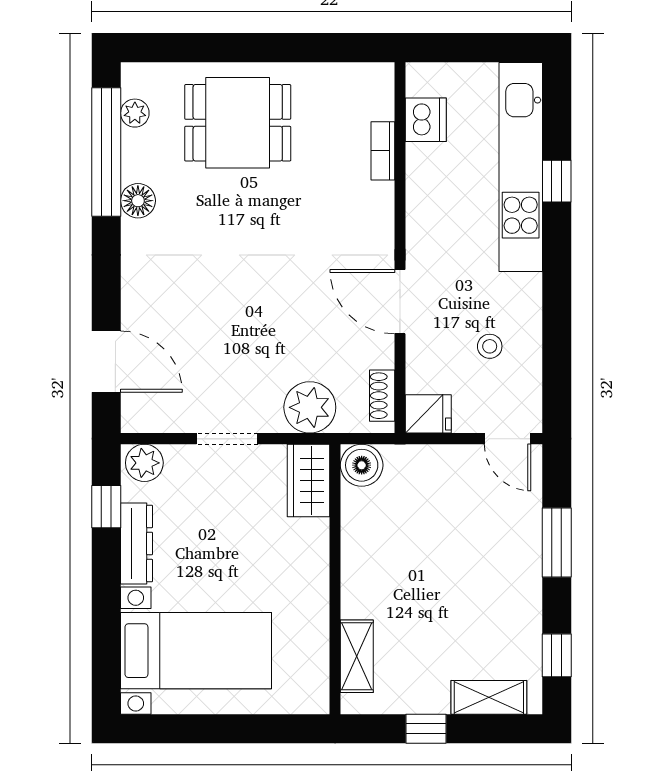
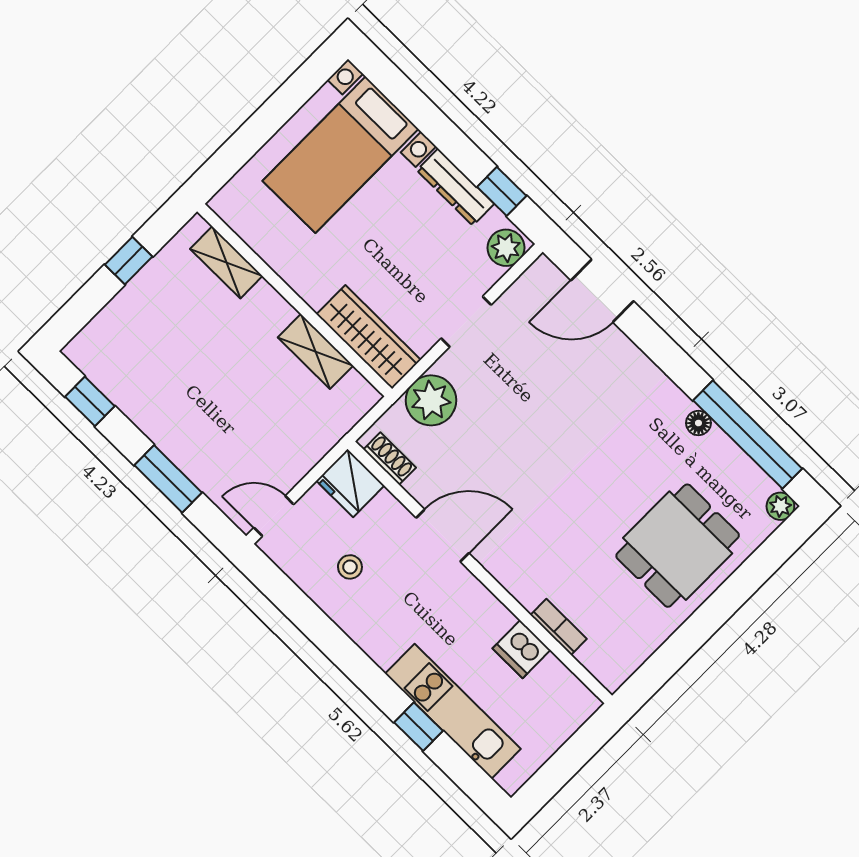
plant: (135, 113) -> (780, 506), moved
dishwasher: (426, 120) -> (522, 649), moved
kitchen unit: (521, 167) -> (453, 711), width x0.73
floor lamp: (138, 201) -> (698, 423), width x0.73, depth x0.73
fridge: (428, 414) -> (350, 483), width x1.38
boiler: (362, 465) -> (355, 397), removed
wardrobe: (309, 480) -> (369, 337), width x1.50
shelving: (489, 697) -> (315, 351), moved, turned 90

